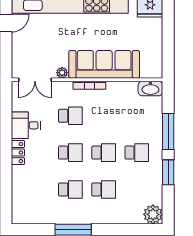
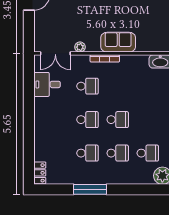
sofa: (104, 64) -> (118, 42), width x0.54, depth x0.79
desk: (26, 125) -> (47, 84), moved
locker: (18, 153) -> (40, 173), moved
school desk: (137, 153) -> (148, 153), moved

